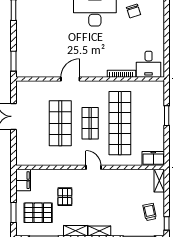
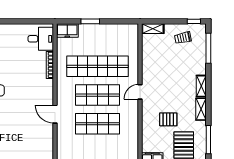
shop shelf: (90, 123) -> (98, 95), width x1.43, depth x1.36
freezer: (153, 159) -> (67, 31), moved, turned -90

